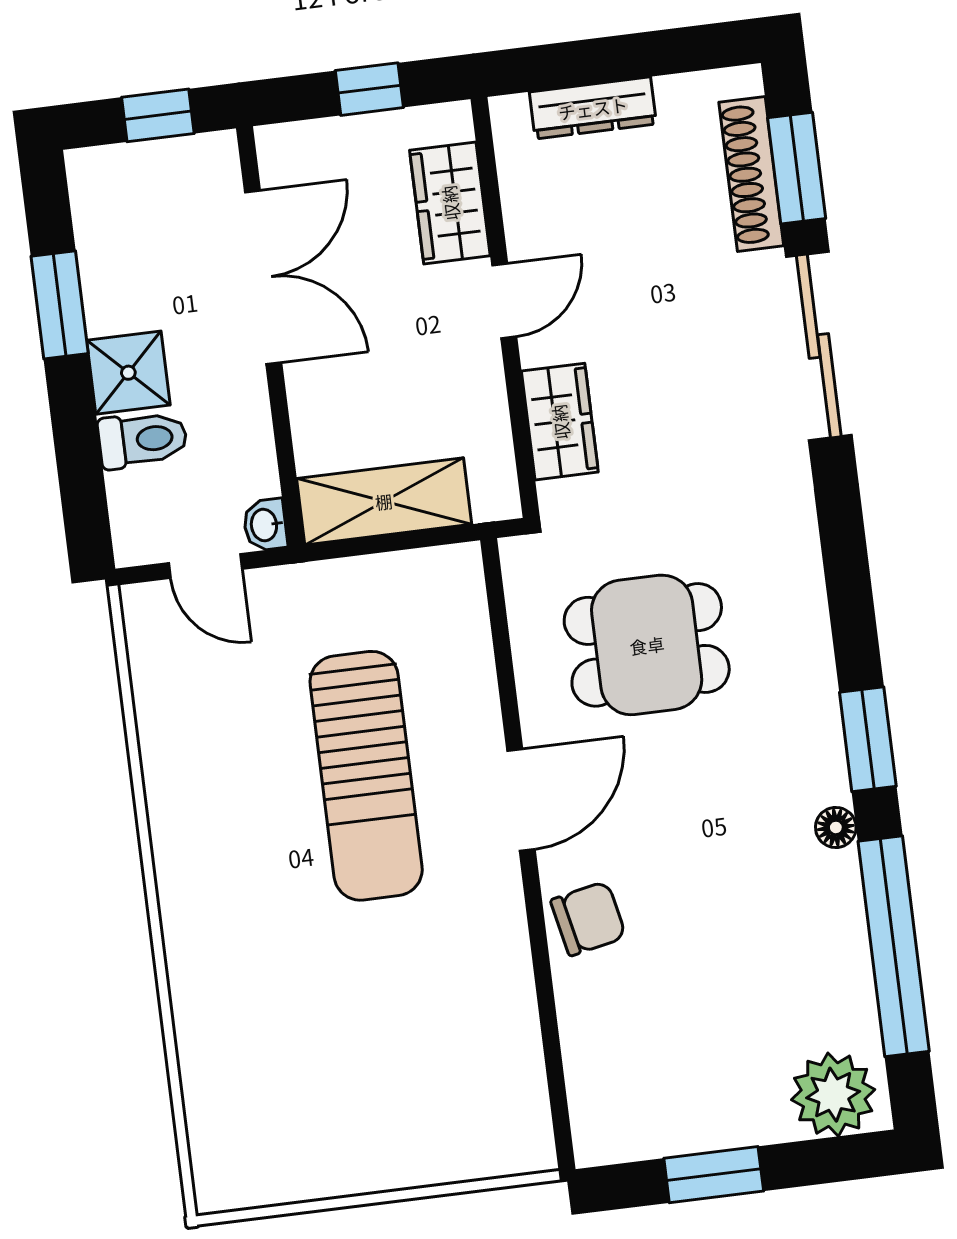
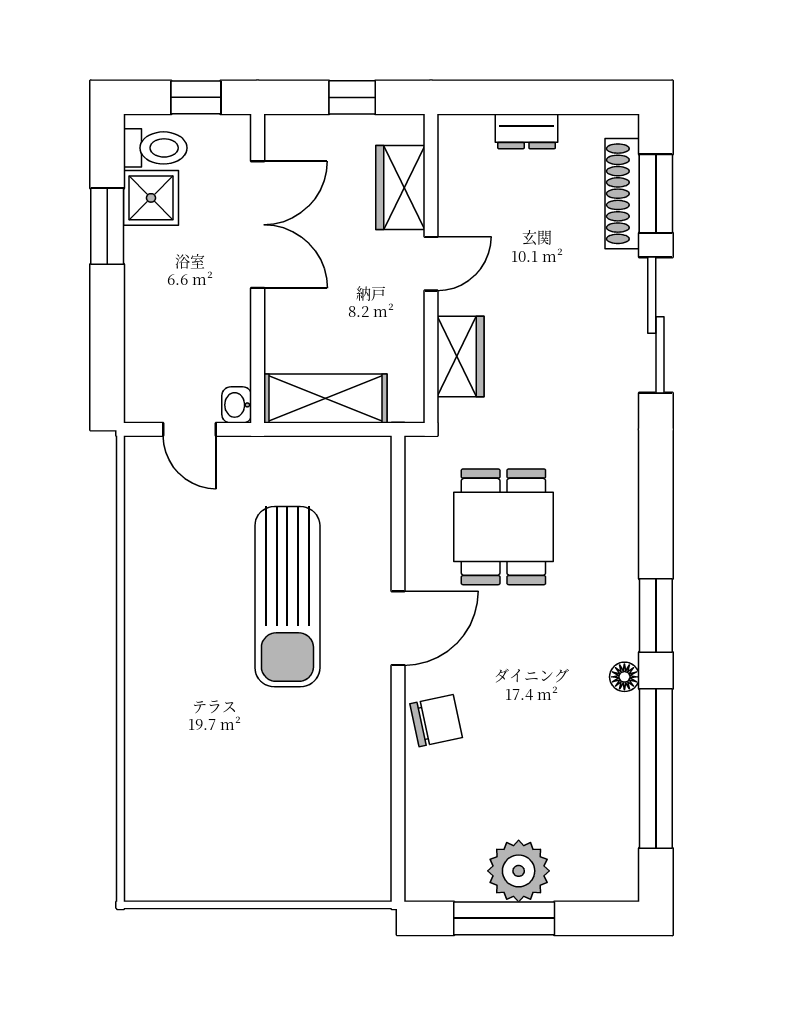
dresser: (593, 108) -> (527, 131), width x0.70
shower: (128, 373) -> (151, 198), moved
toilet: (143, 440) -> (155, 148), moved
dining table: (647, 645) -> (503, 527), turned 90
plant: (833, 1095) -> (519, 871), moved
window: (714, 1175) -> (504, 918), width x1.44

